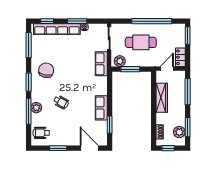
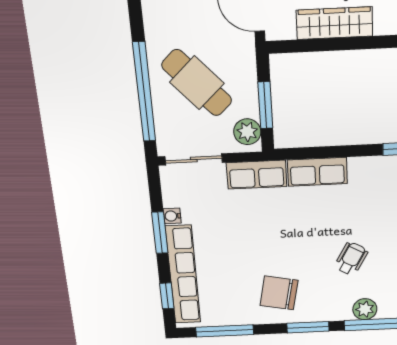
window: (152, 21) -> (144, 92), moved
cafe table: (141, 42) -> (197, 83), turned -43
row of seats: (101, 108) -> (317, 172), moved

